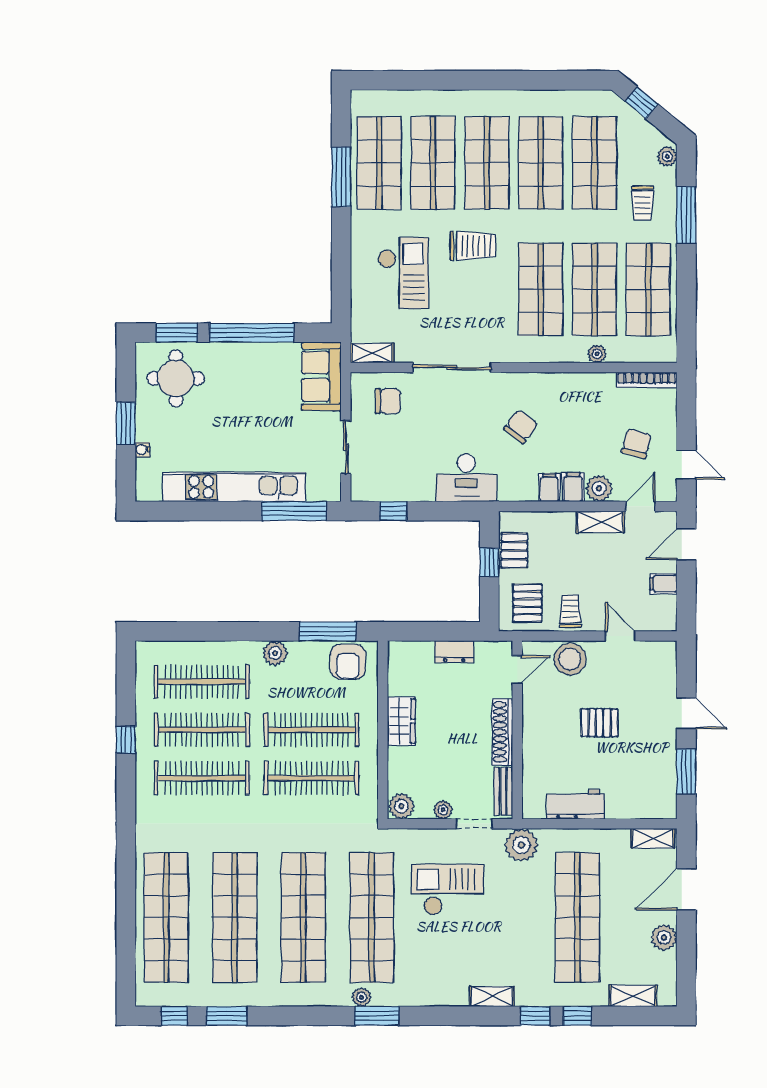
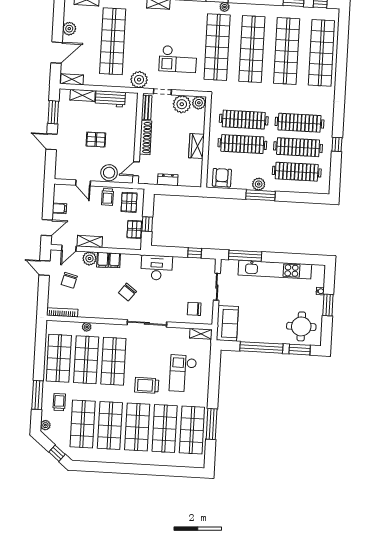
sliding door: (452, 367) -> (147, 323), moved
window: (328, 631) -> (260, 195), moved
shelving: (630, 808) -> (83, 95), added
plant: (443, 810) -> (182, 104), width x1.88, depth x1.88

